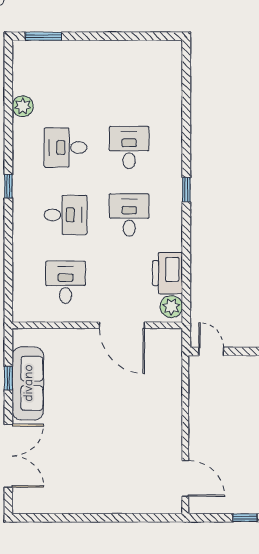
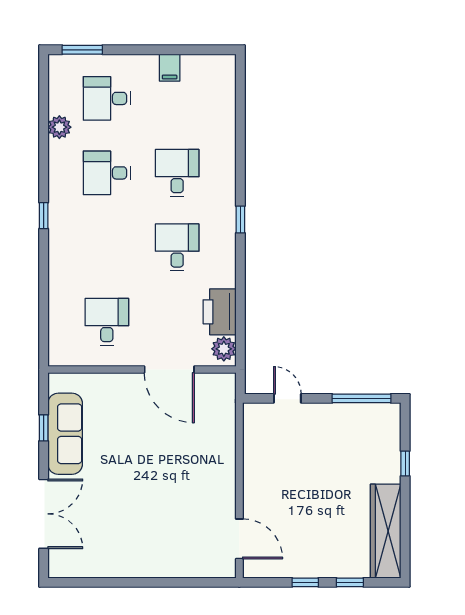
filing cabinet: (122, 52) -> (170, 68), added
desk: (66, 215) -> (107, 98), moved, turned 180
door: (211, 351) -> (287, 398), moved

